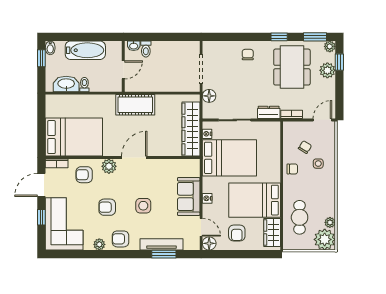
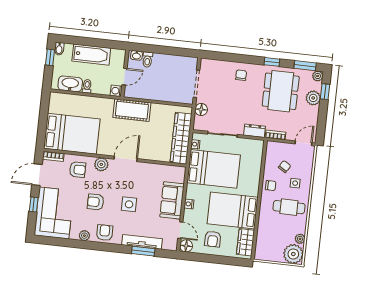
washing machine: (116, 86) -> (116, 91), added
armchair: (84, 175) -> (78, 170), turned 180
cafe table: (300, 217) -> (289, 207), moved, turned 90
armchair: (120, 239) -> (105, 233), turned 90

